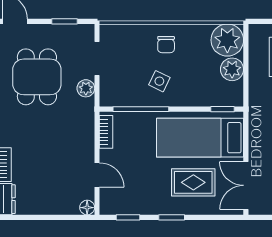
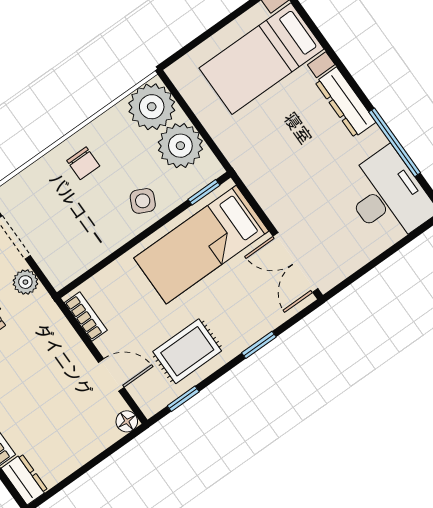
plant: (232, 69) -> (180, 146), width x1.36, depth x1.36
side table: (159, 81) -> (143, 201), moved
window: (141, 109) -> (108, 261), removed
rug: (193, 182) -> (187, 351), moved
window: (172, 217) -> (259, 345), moved

